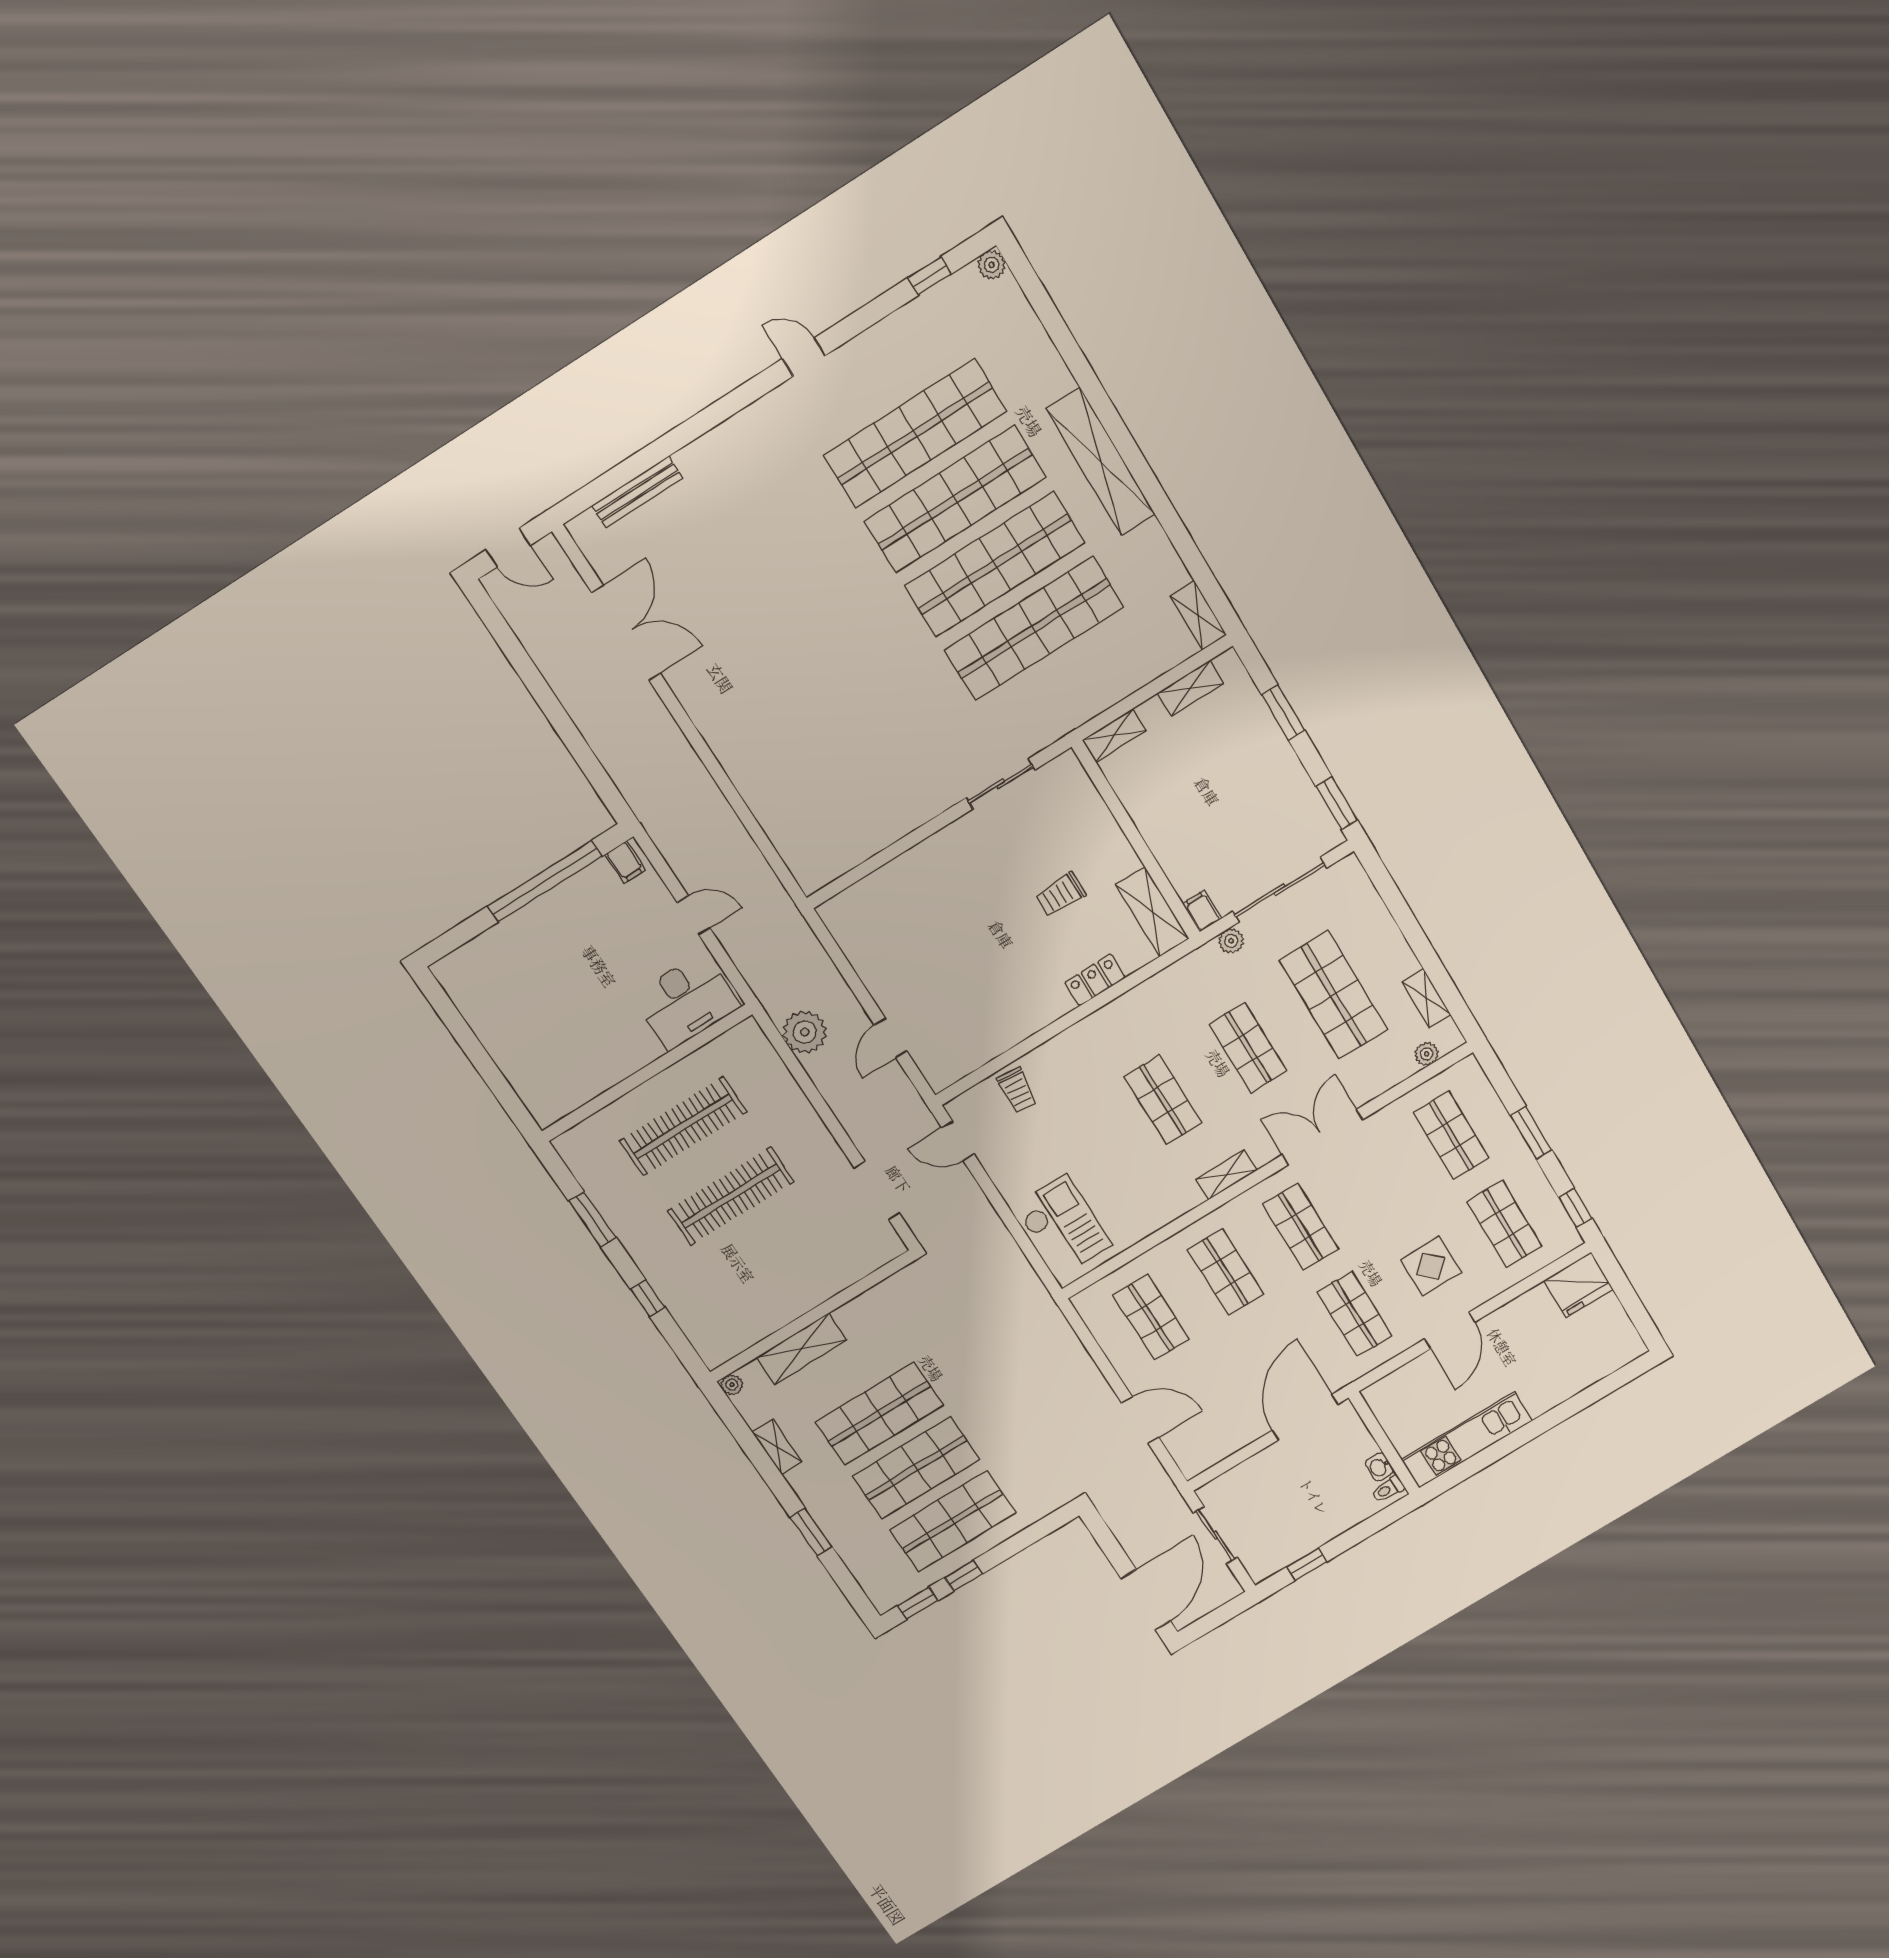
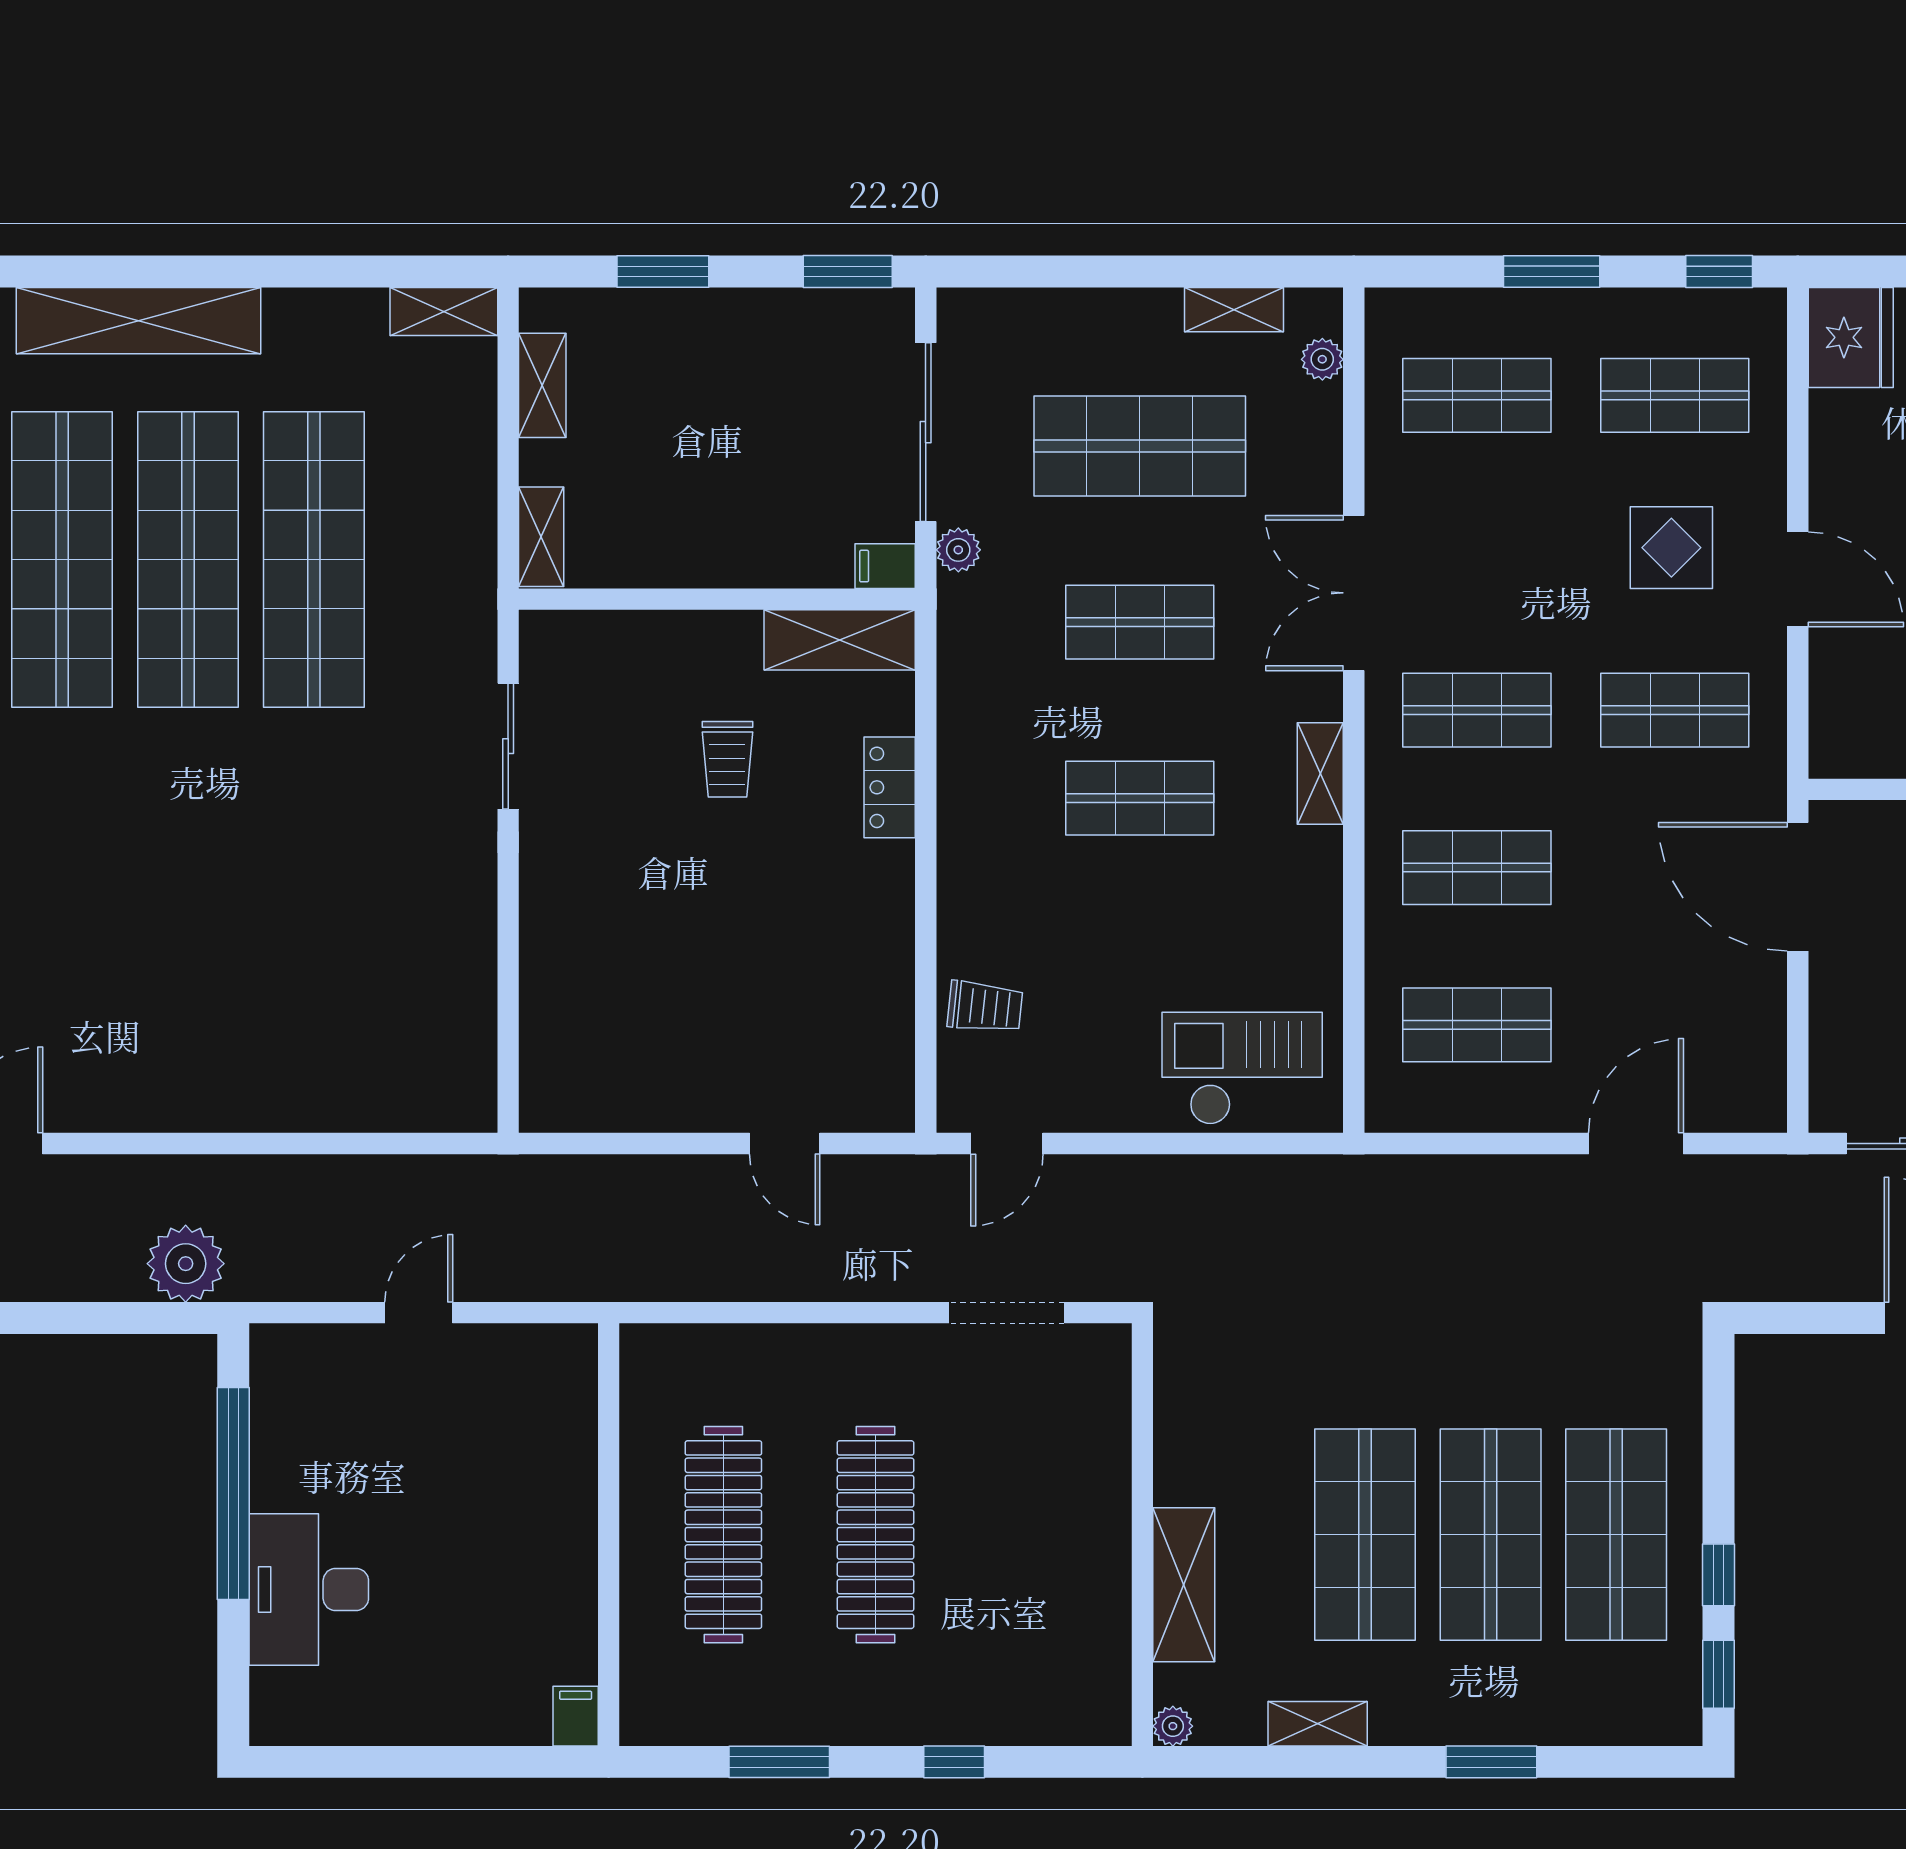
filing cabinet: (625, 862) -> (576, 1716), moved, turned -90
desk: (686, 1001) -> (309, 1590), moved, turned 180
plant: (805, 1032) -> (186, 1264), moved

